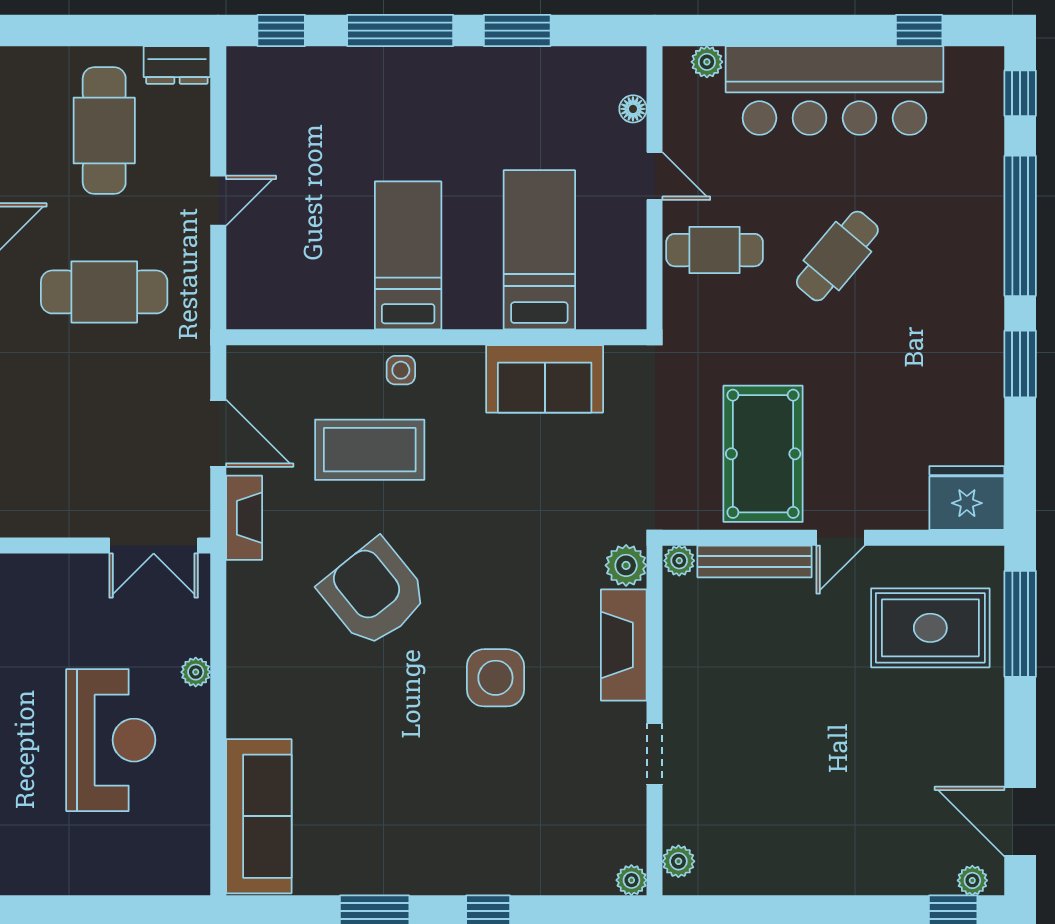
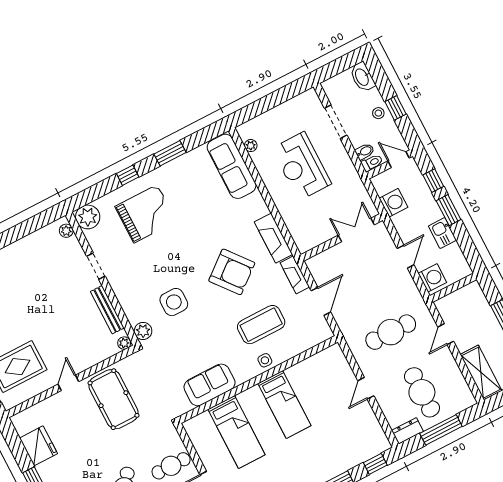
window: (105, 31) -> (441, 430), added
door: (218, 433) -> (321, 301), swing flipped
fridge: (967, 498) -> (38, 446), moved, turned -90
double door: (154, 546) -> (356, 230), moved
bench: (755, 561) -> (107, 310), moved, turned 90
fireplace: (624, 645) -> (273, 238), moved, turned 180
plant: (196, 672) -> (251, 146), moved
side table: (495, 678) -> (174, 302), moved
grand piano: (492, 810) -> (146, 214), added
plant: (631, 880) -> (88, 217), width x1.88, depth x1.88

